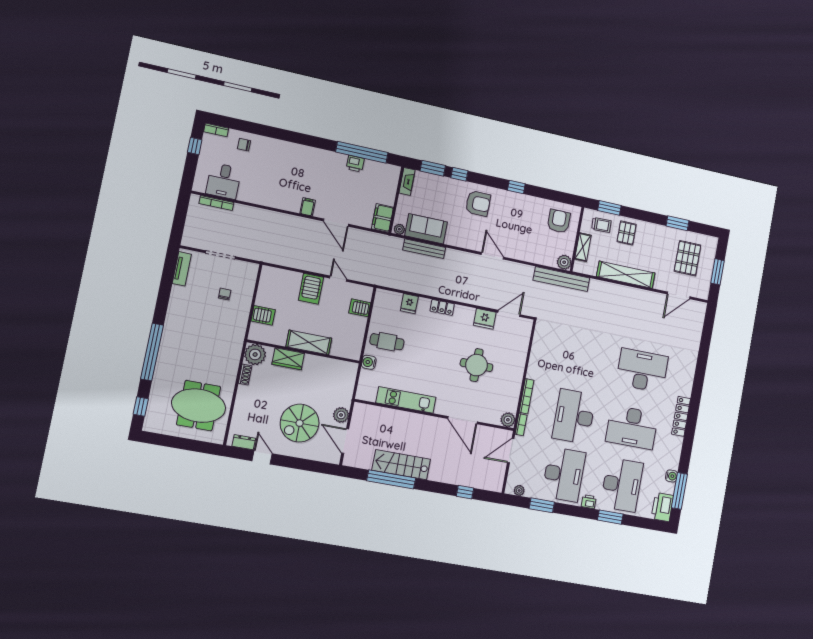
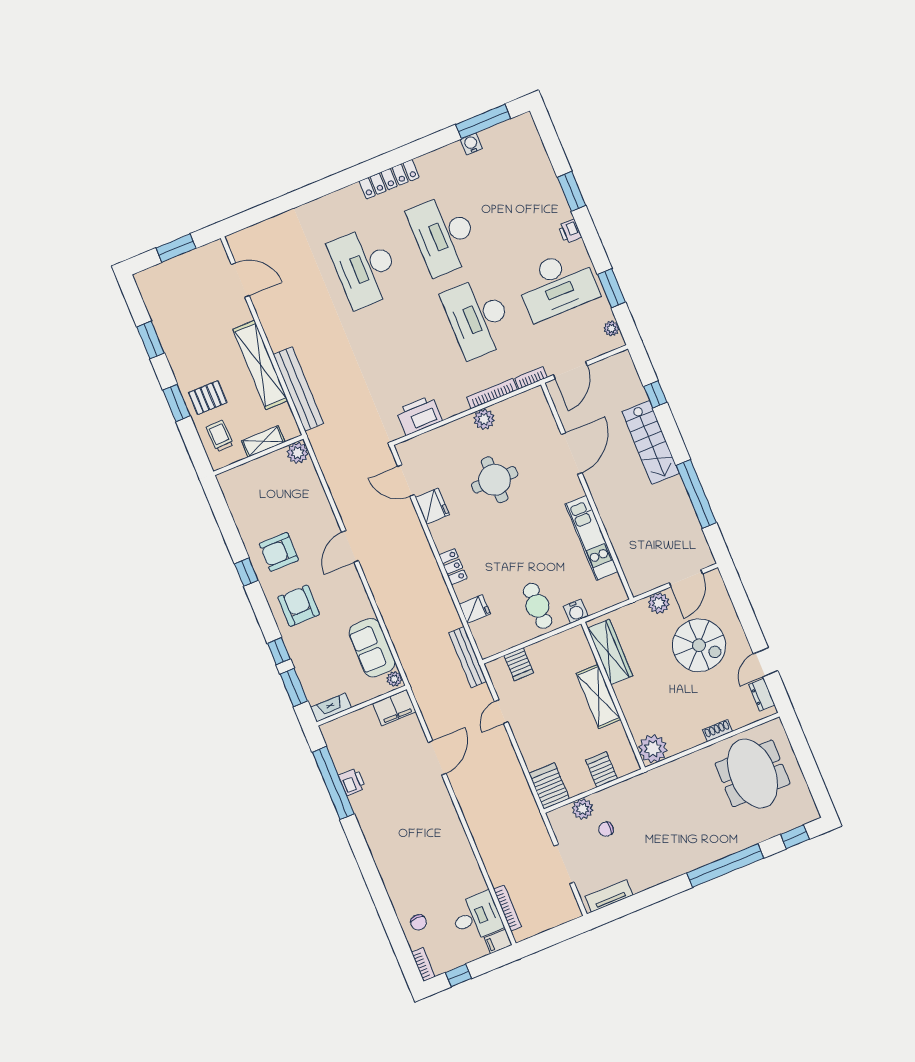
filing cabinet: (308, 207) -> (498, 941), moved
window: (609, 208) -> (177, 403), moved
armchair: (559, 221) -> (279, 552), moved
bench: (424, 249) -> (468, 657), moved
pallet: (688, 258) -> (186, 299), removed
bench: (561, 279) -> (298, 389), moved
plant: (247, 288) -> (583, 809), added
server rack: (311, 289) -> (549, 786), moved, turned -90
wardrobe: (288, 359) -> (610, 652), moved, width x1.50
shoe rack: (245, 374) -> (717, 731), moved
desk: (574, 416) -> (478, 318), turned 90
plant: (508, 420) -> (484, 419), moved
desk: (632, 427) -> (444, 235), turned 180
door: (511, 451) -> (570, 370), hinge flipped
stairs: (401, 465) -> (651, 442), moved
desk: (564, 474) -> (557, 285), turned 180
desk: (622, 485) -> (523, 202), removed
printer: (662, 507) -> (419, 415), moved, turned 180

